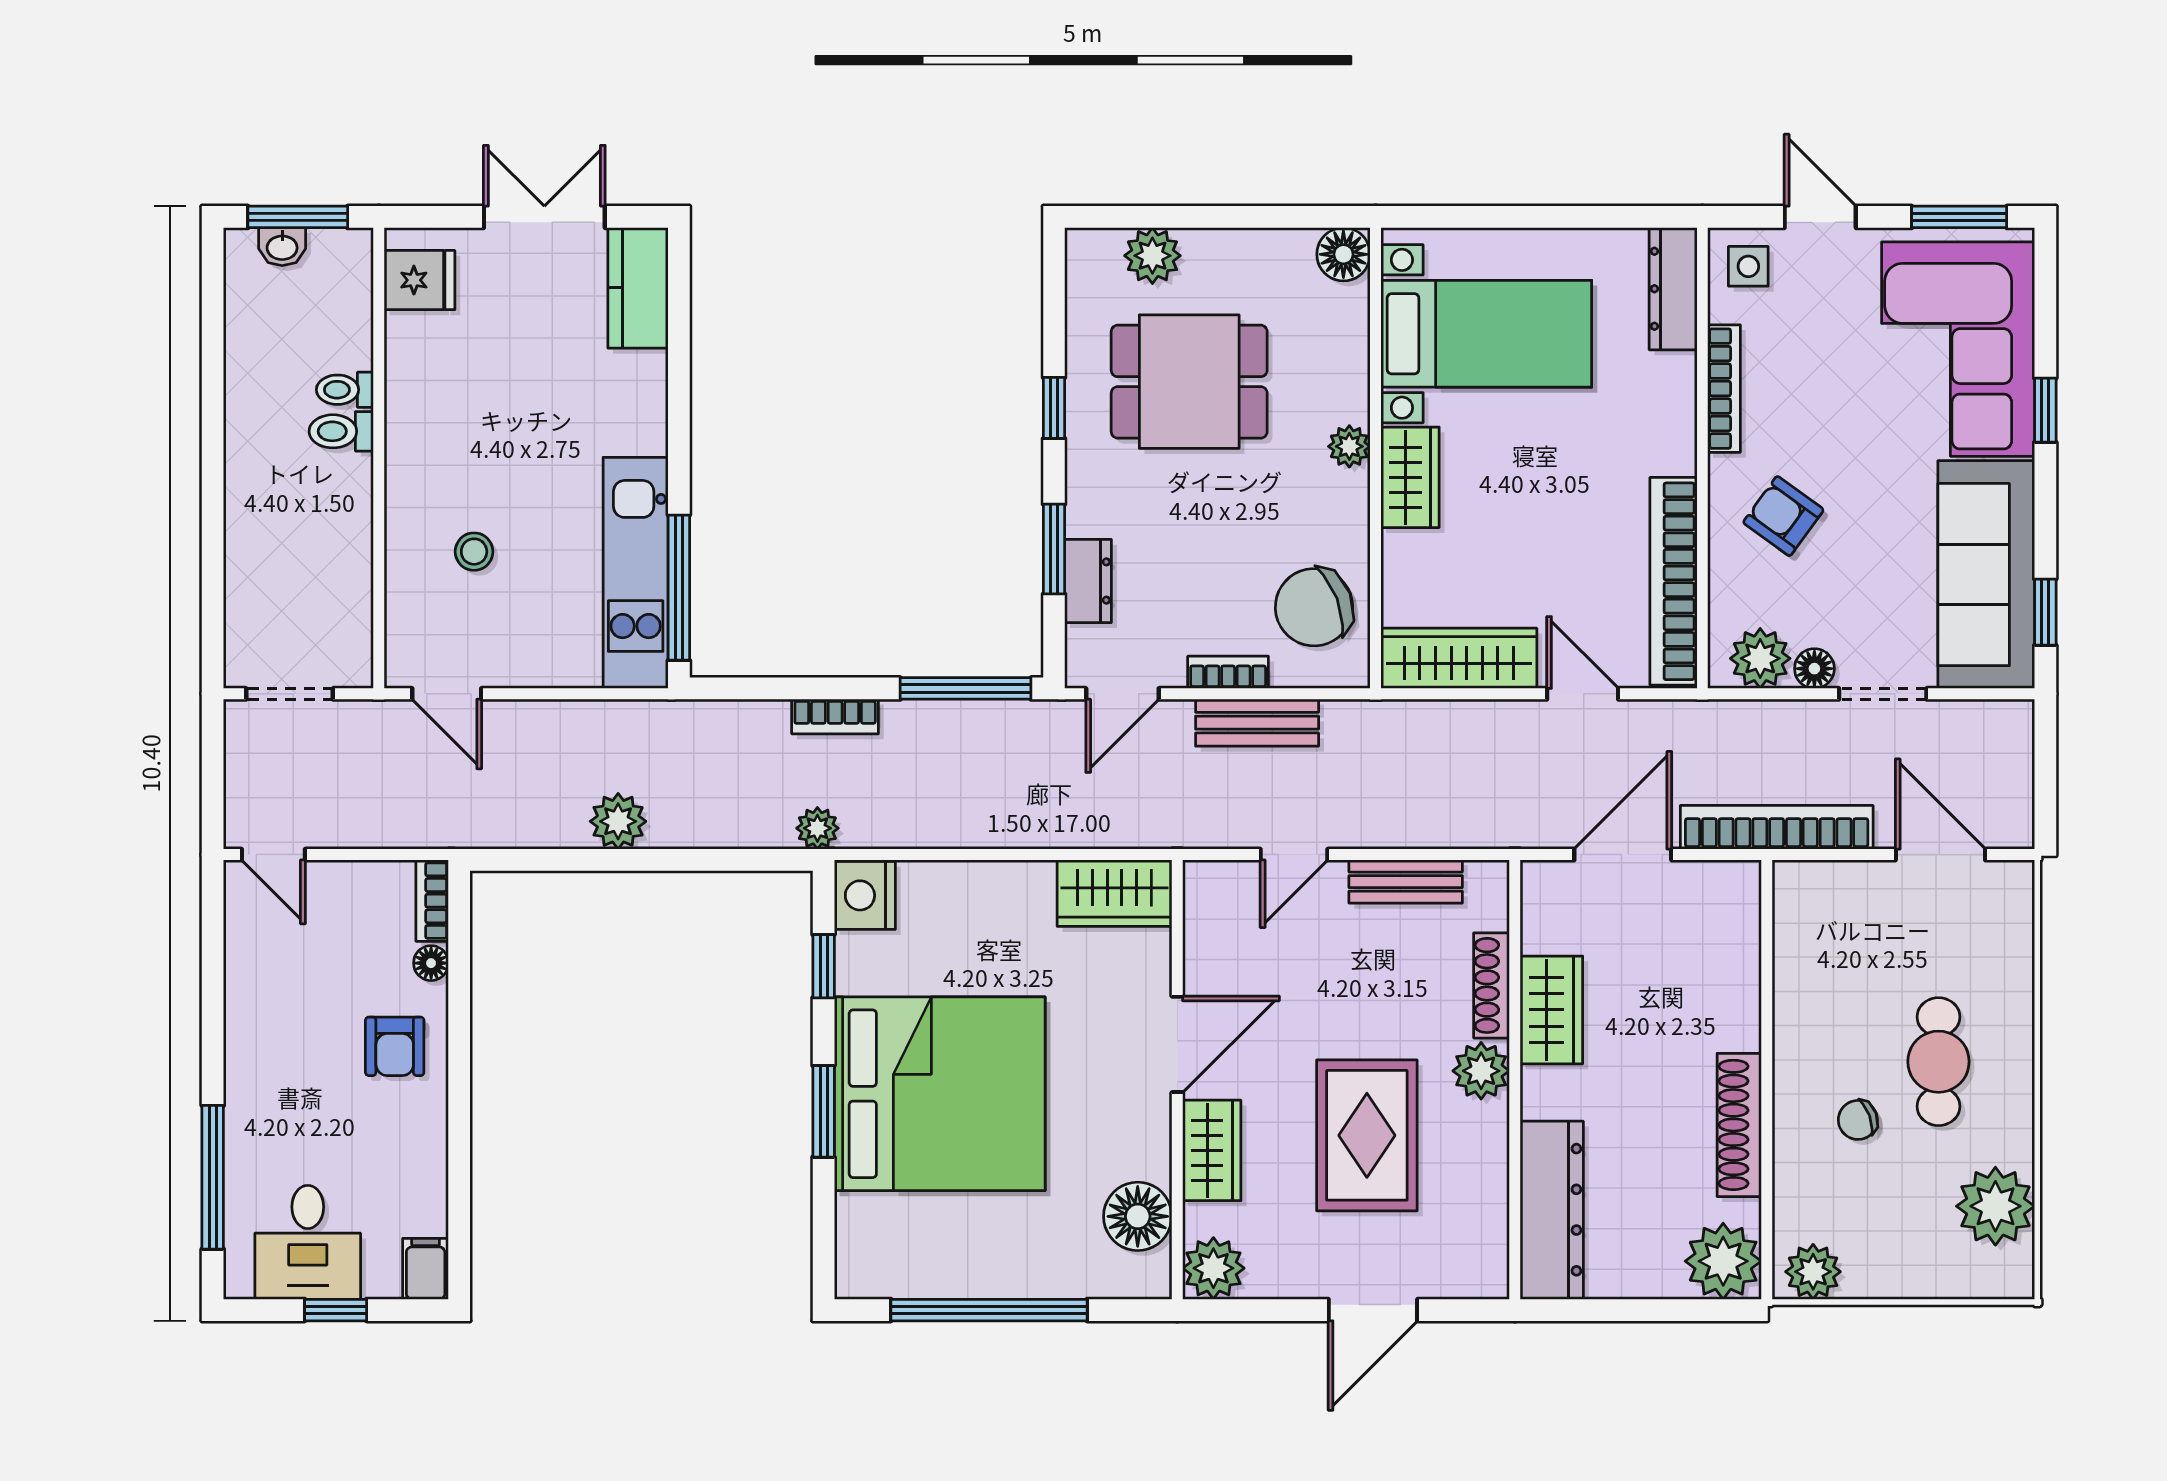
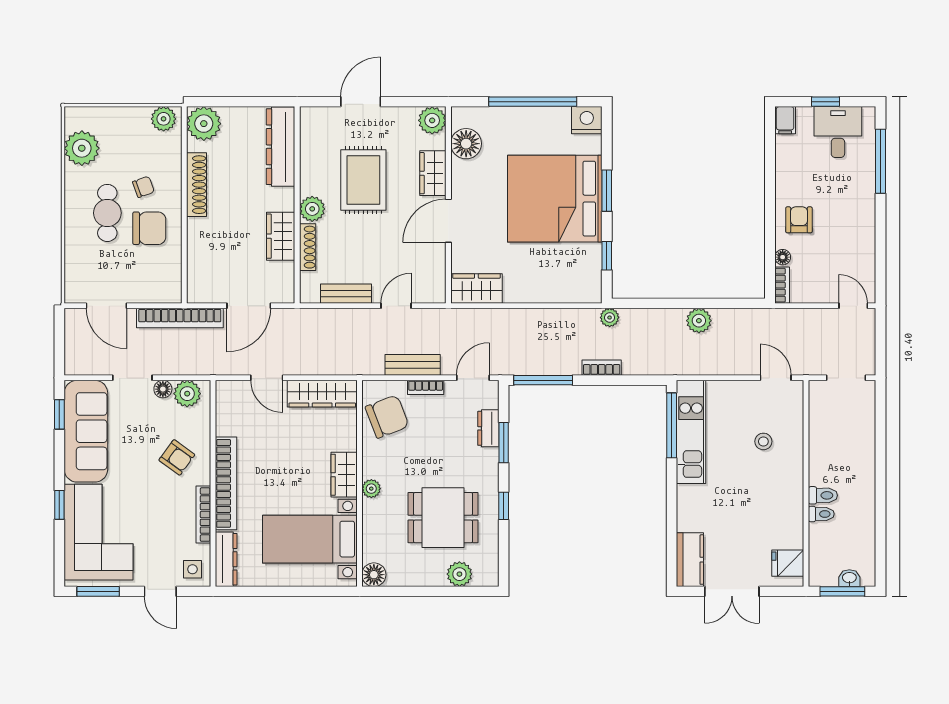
bookcase: (1673, 581) -> (226, 483), moved
nightstand: (865, 895) -> (587, 120), moved, turned -90
chair: (1845, 1028) -> (149, 228), added

